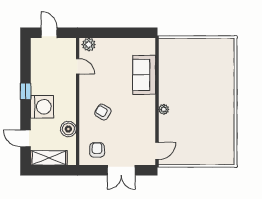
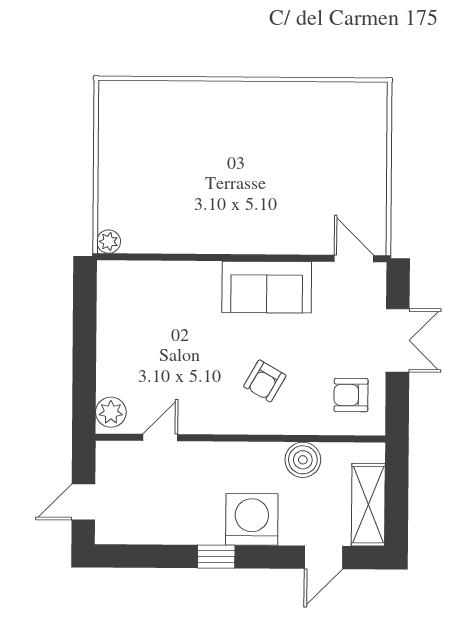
sofa: (144, 75) -> (267, 287), moved
plant: (164, 109) -> (109, 242), moved

